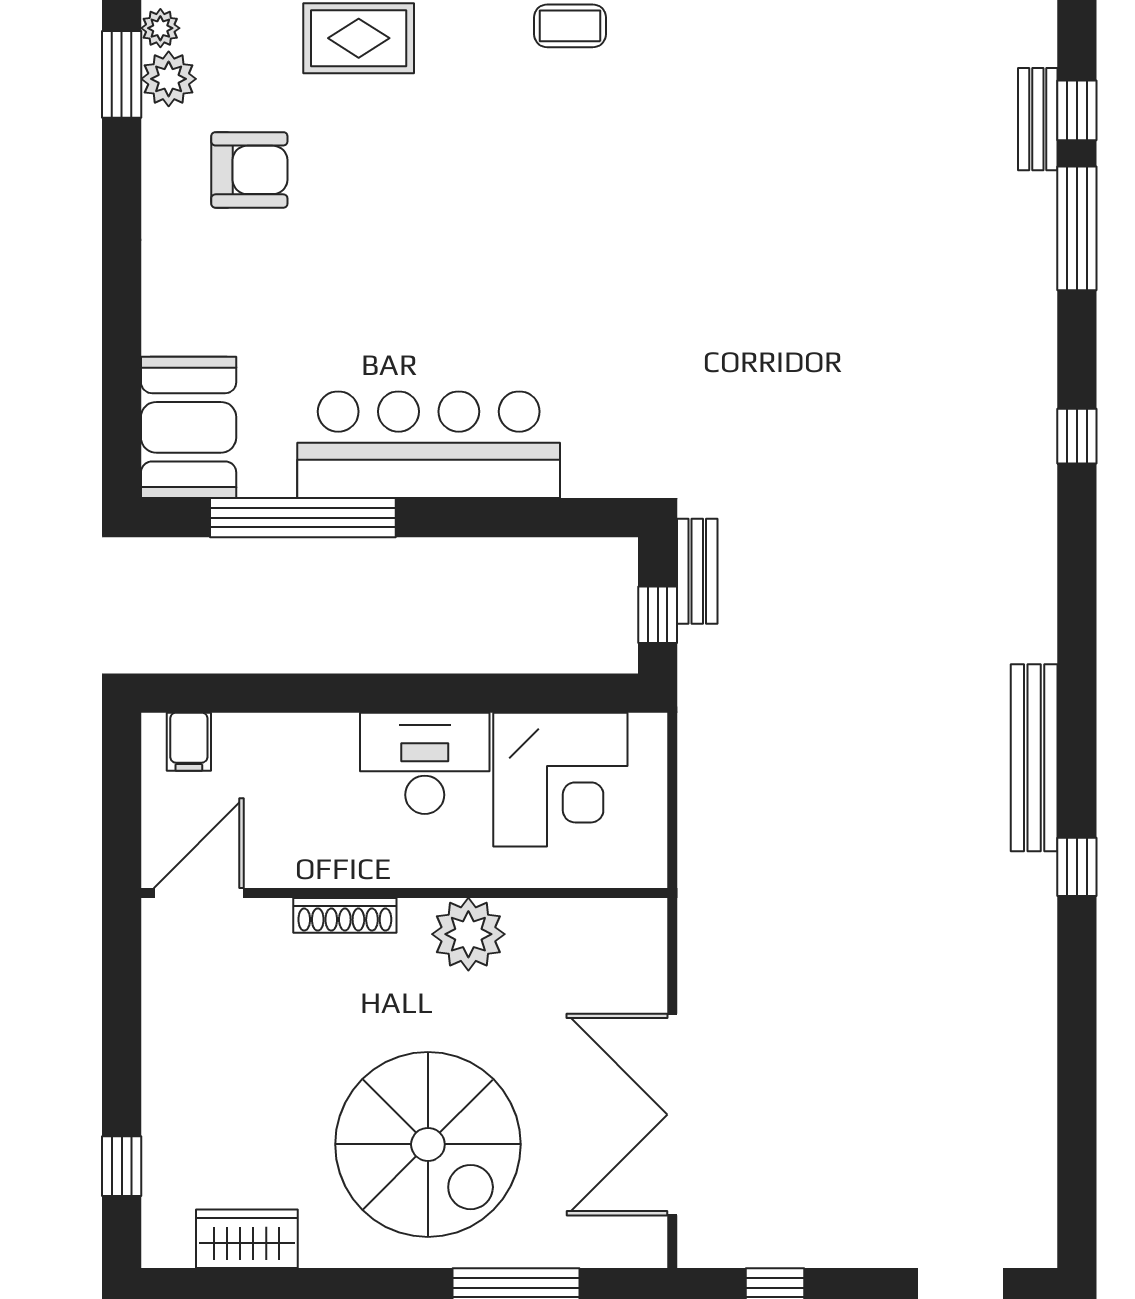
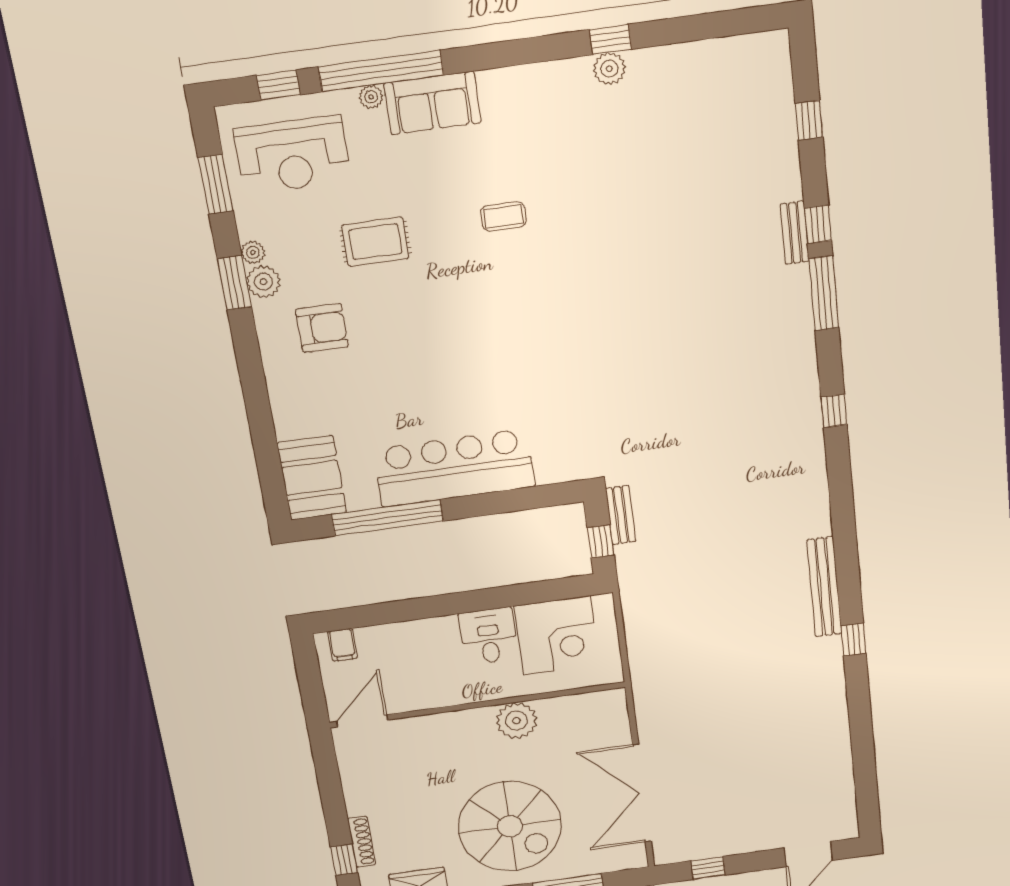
desk: (425, 763) -> (489, 636), width x0.73
shoe rack: (345, 915) -> (361, 842), moved, turned -90

